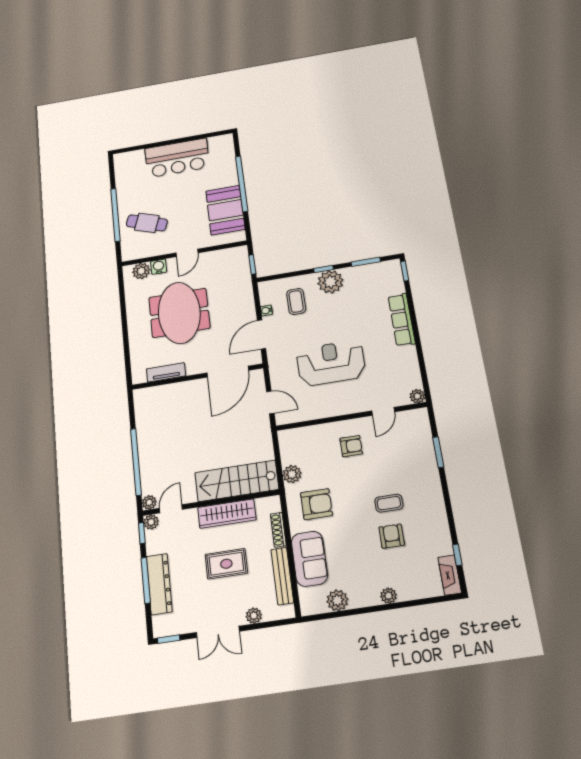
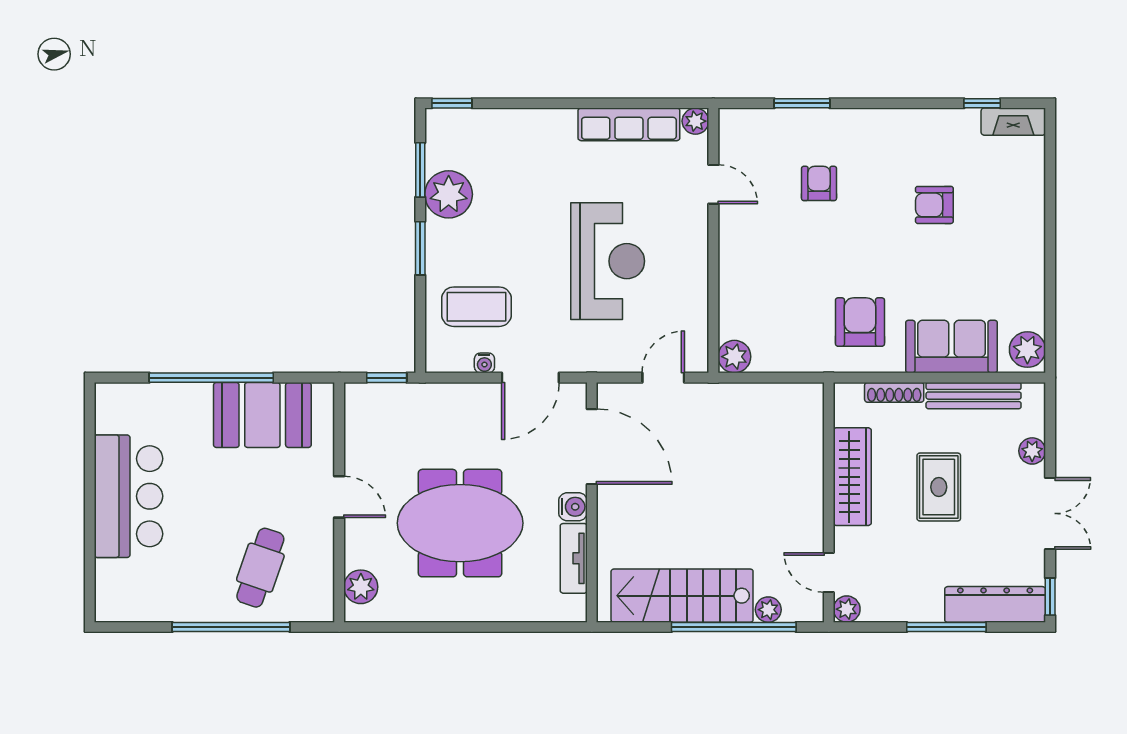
water cooler: (159, 267) -> (573, 507), moved, turned 180
window: (323, 269) -> (420, 248), width x1.50
plant: (330, 282) -> (449, 194), moved
coffee table: (296, 301) -> (476, 307), width x1.36, depth x1.30
row of seats: (402, 320) -> (629, 124), moved
door: (261, 334) -> (530, 378), hinge flipped
reception desk: (331, 363) -> (608, 261), turned 180
armchair: (351, 446) -> (819, 183), moved
plant: (292, 474) -> (734, 357), moved
stairs: (237, 481) -> (682, 596), moved, turned 90
plant: (149, 502) -> (768, 610), moved
coffee table: (389, 503) -> (878, 200), removed
window: (142, 533) -> (864, 627), removed
dresser: (159, 584) -> (995, 604), moved
plant: (389, 596) -> (1032, 226), removed
plant: (337, 600) -> (1027, 350), moved

